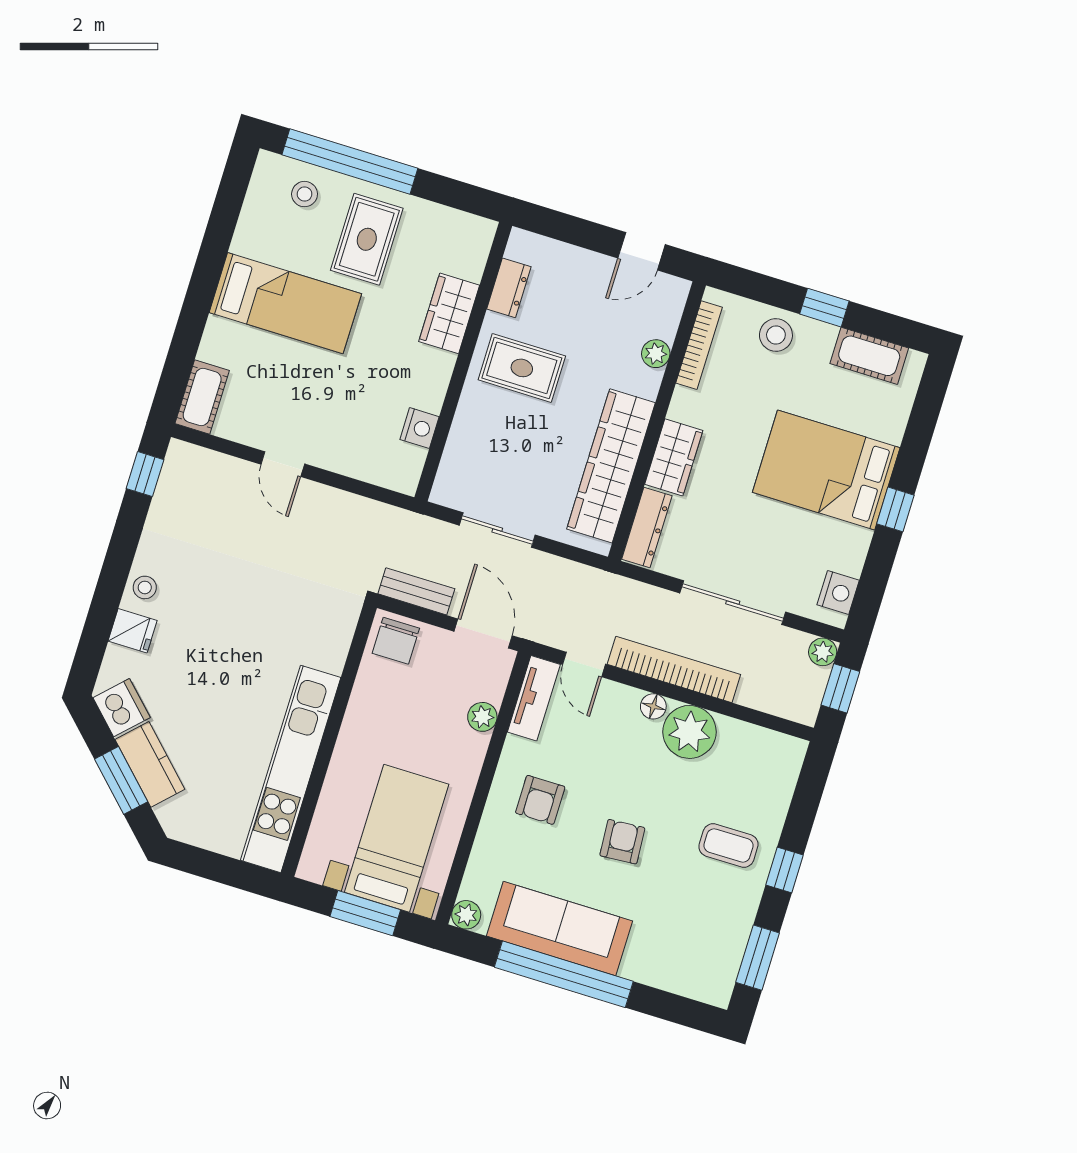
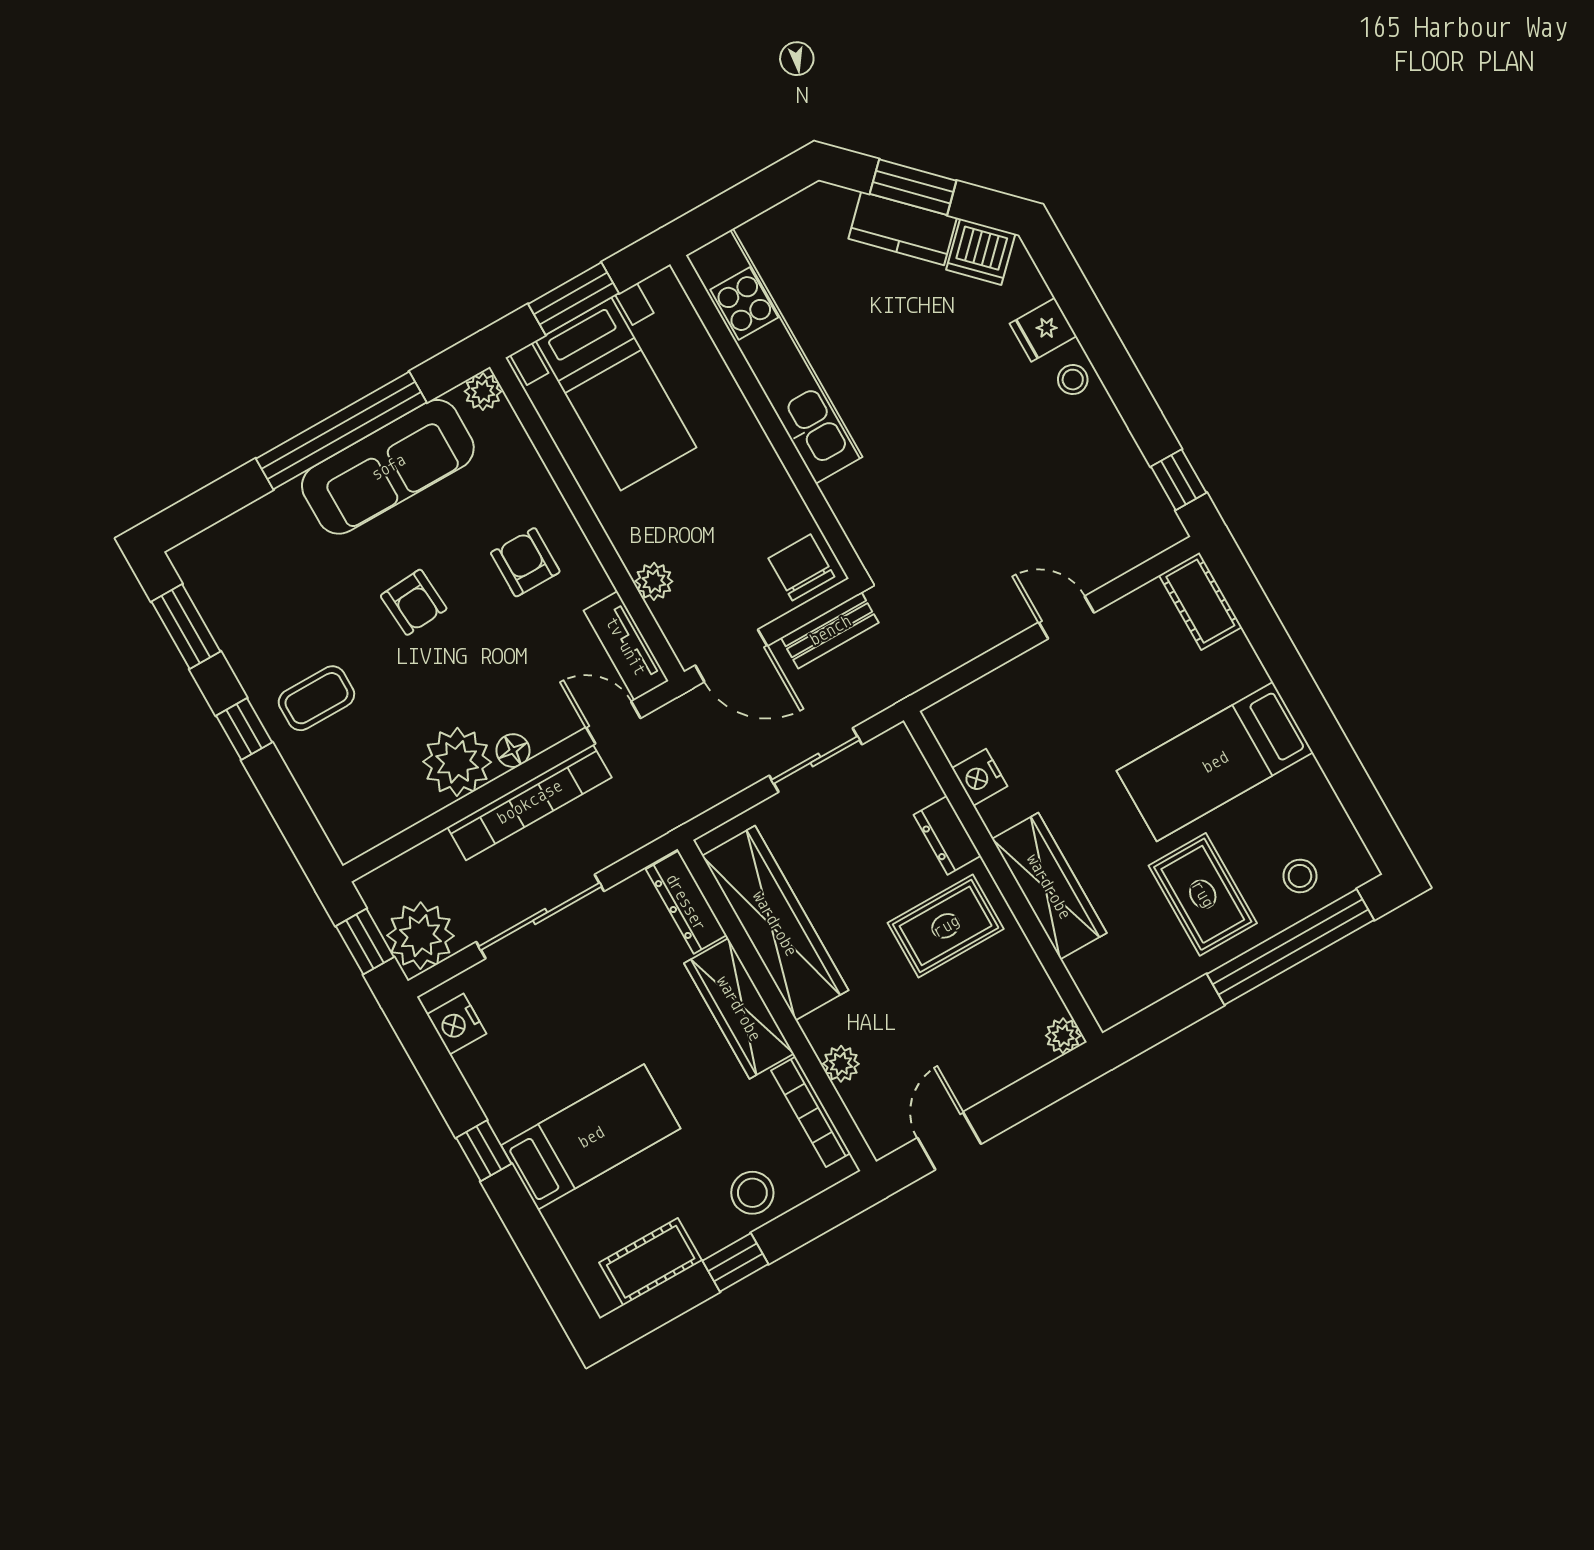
plant: (521, 243) -> (1063, 1036), added
dresser: (509, 288) -> (947, 835), moved
wardrobe: (449, 313) -> (1049, 886), width x1.50
wardrobe: (674, 457) -> (739, 1008), width x1.50
bed: (826, 470) -> (591, 1137), width x0.67
plant: (823, 652) -> (420, 936), width x1.87, depth x1.87

